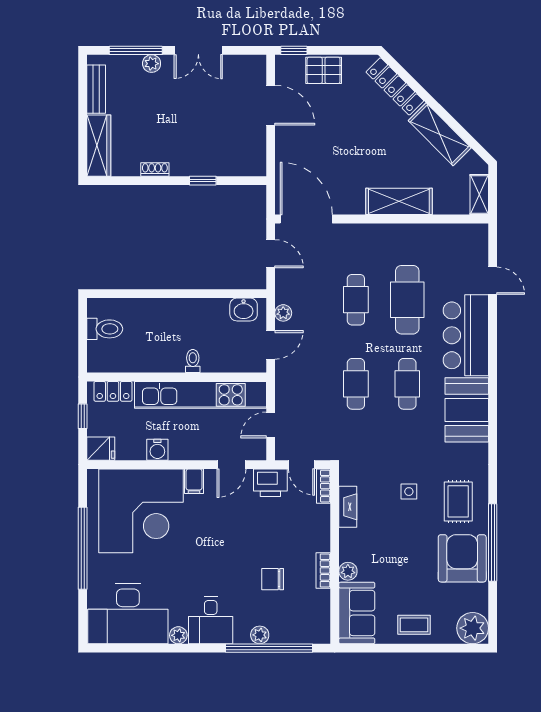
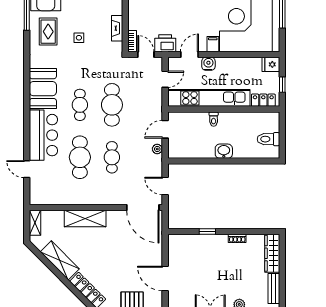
washbasin: (244, 310) -> (224, 151), moved
cafe table: (356, 384) -> (112, 105), width x1.37, depth x1.35
water cooler: (157, 450) -> (208, 64), moved

